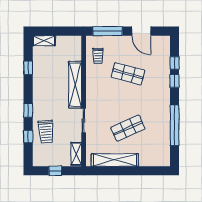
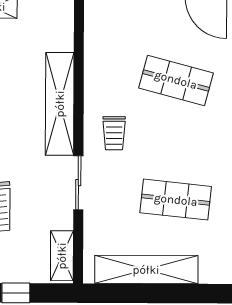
trolley: (98, 56) -> (114, 133), moved
shop shelf: (128, 128) -> (176, 200), turned 30

